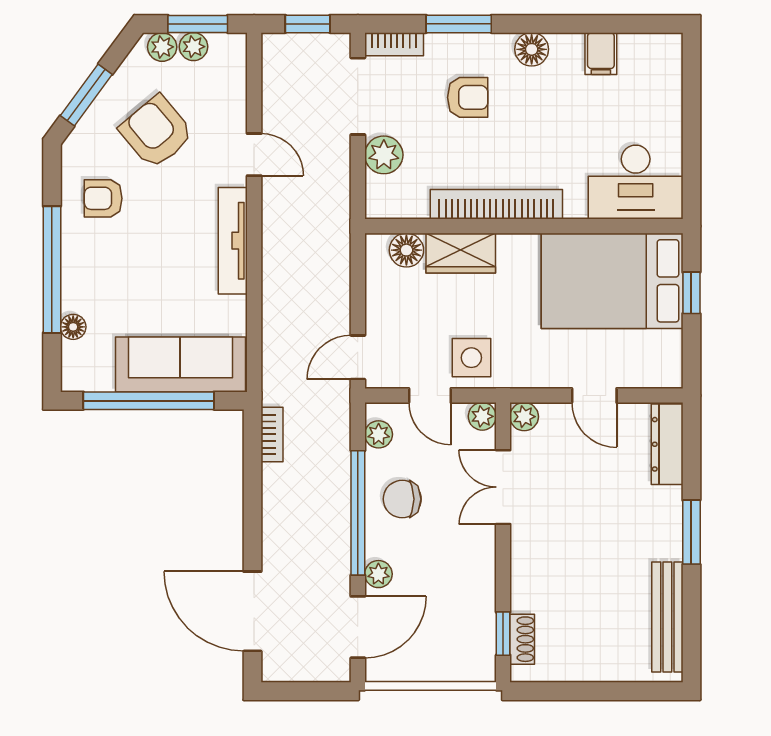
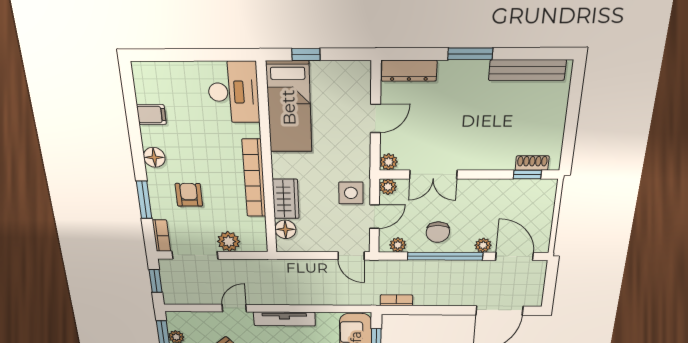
bed: (612, 281) -> (289, 107), width x0.67

